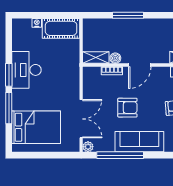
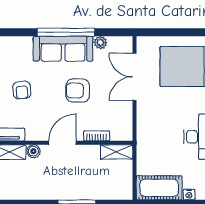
boiler: (115, 58) -> (33, 151), moved
plant: (88, 147) -> (100, 43), moved
window: (120, 155) -> (66, 32), moved

